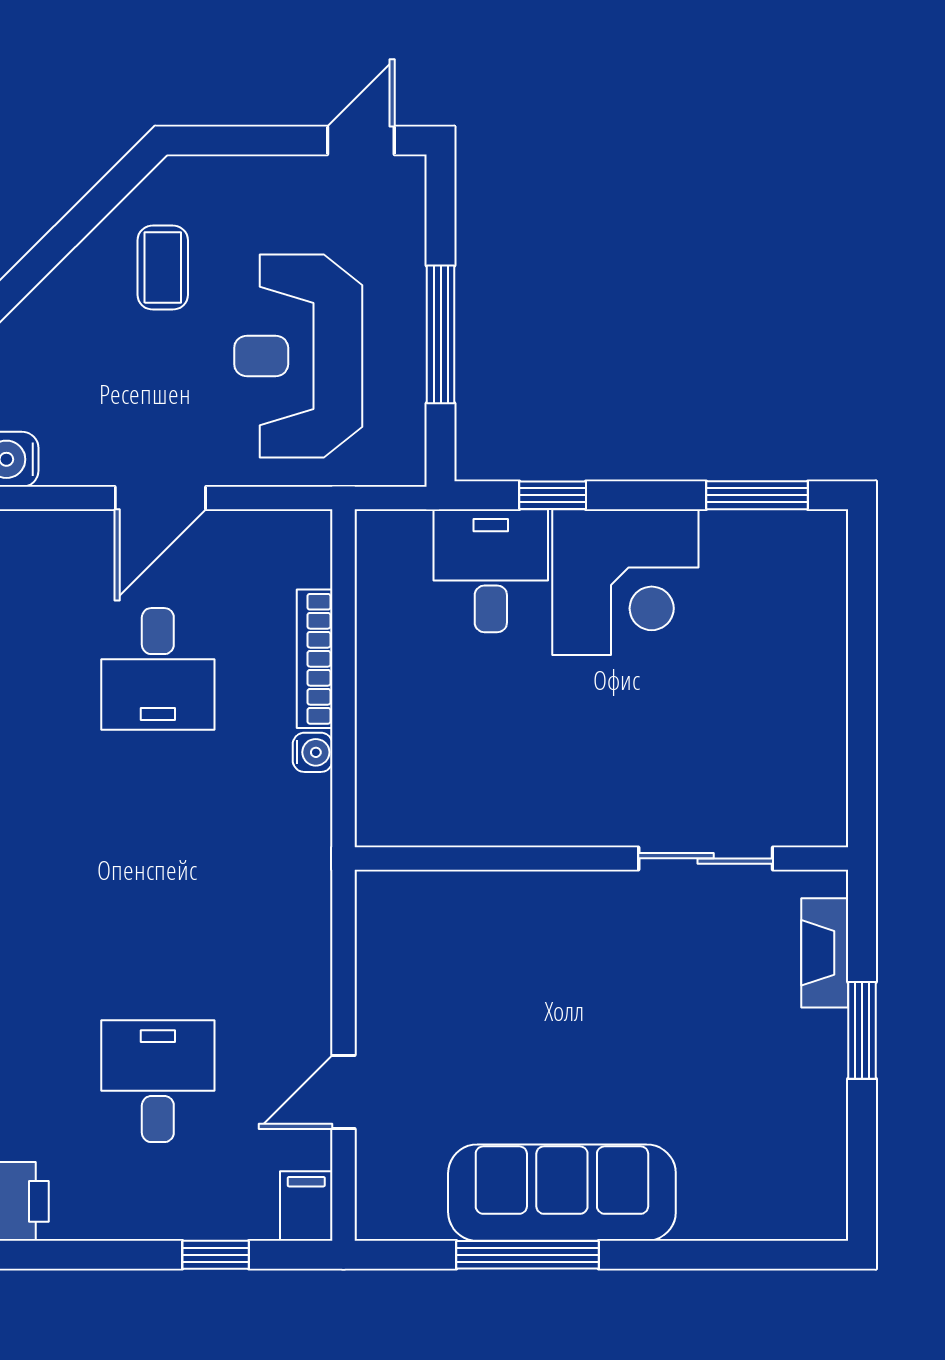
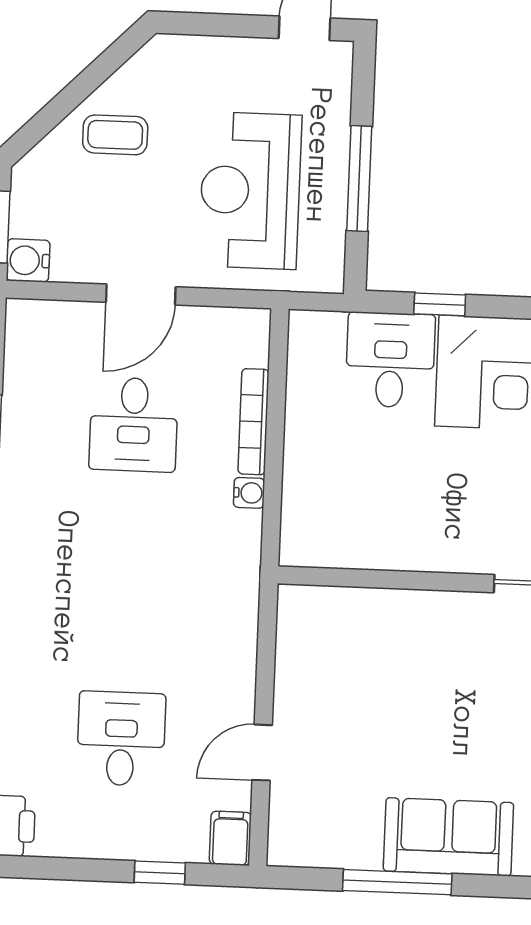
coffee table: (163, 268) -> (115, 135), moved, turned 90
sofa: (562, 1193) -> (448, 837), width x0.73

